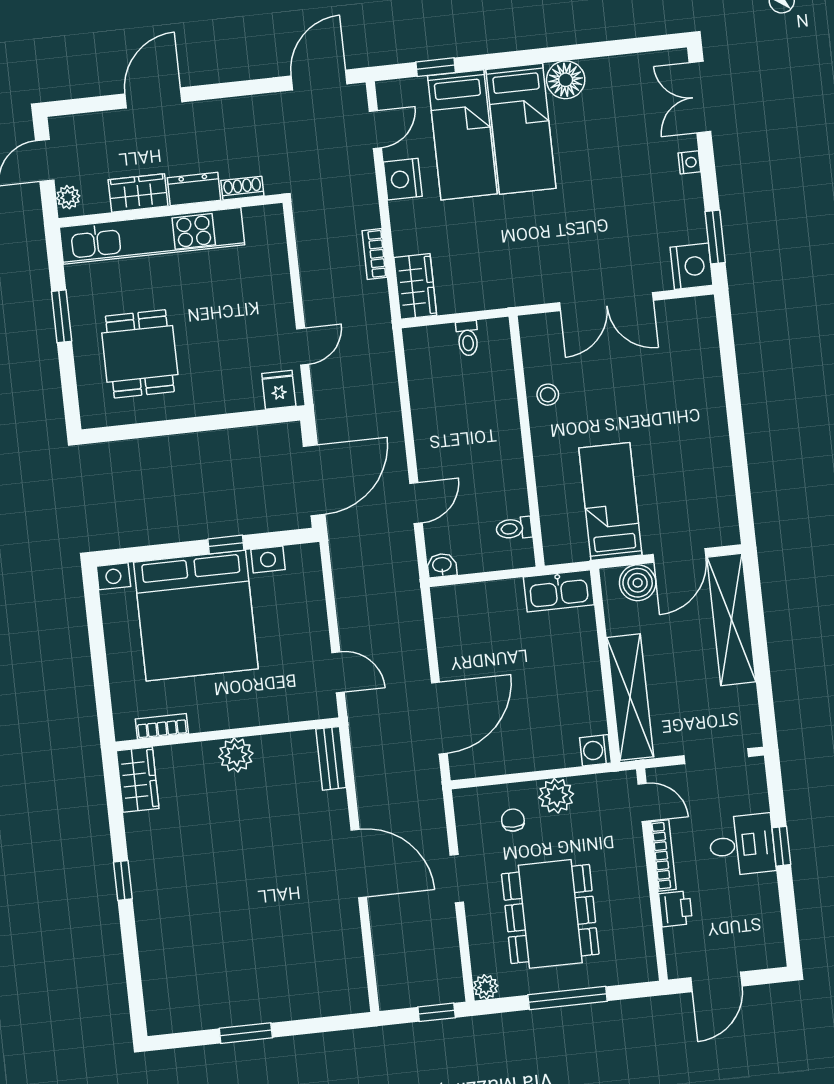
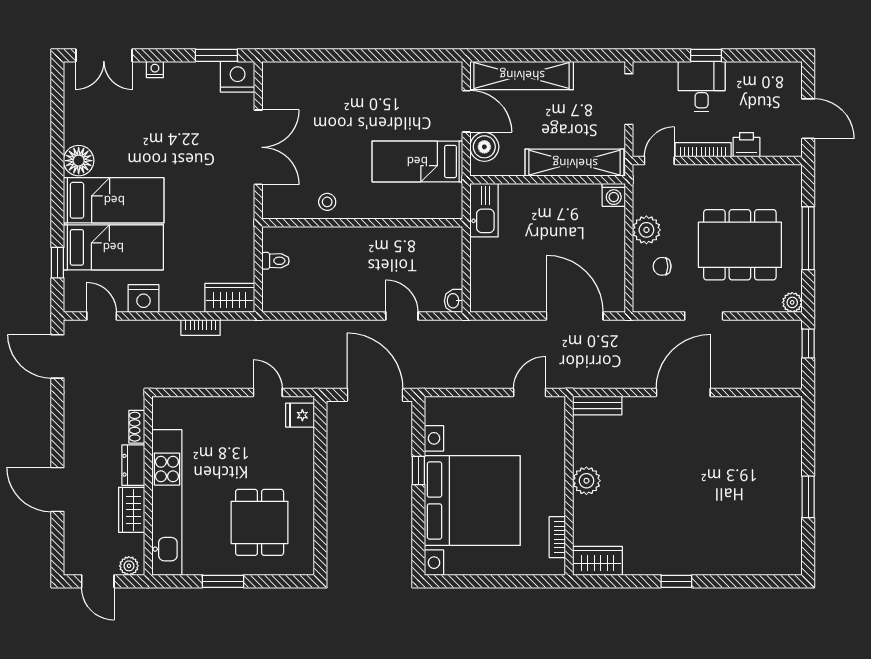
dining table: (140, 354) -> (260, 522), turned 90
toilet: (514, 528) -> (430, 240), removed

